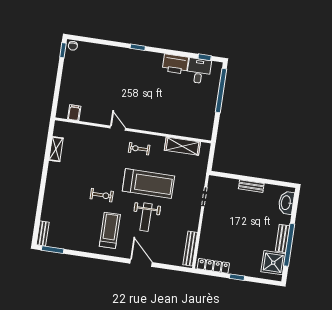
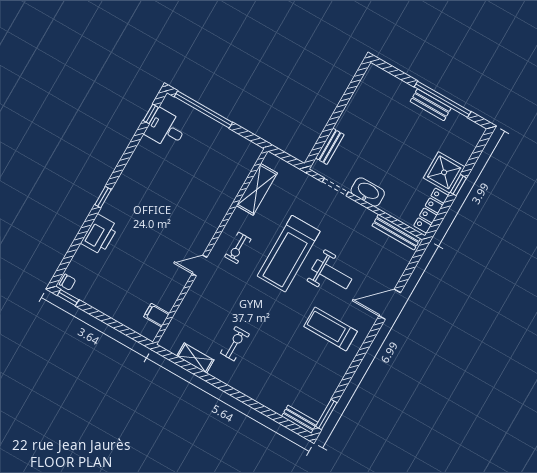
printer: (175, 64) -> (100, 234), moved
treadmill: (148, 184) -> (289, 254), turned 180
bench: (251, 186) -> (330, 146), moved
exercise bike: (102, 195) -> (235, 344), moved
washbasin: (286, 203) -> (368, 192), moved, turned 180
shower: (273, 263) -> (444, 172), moved

